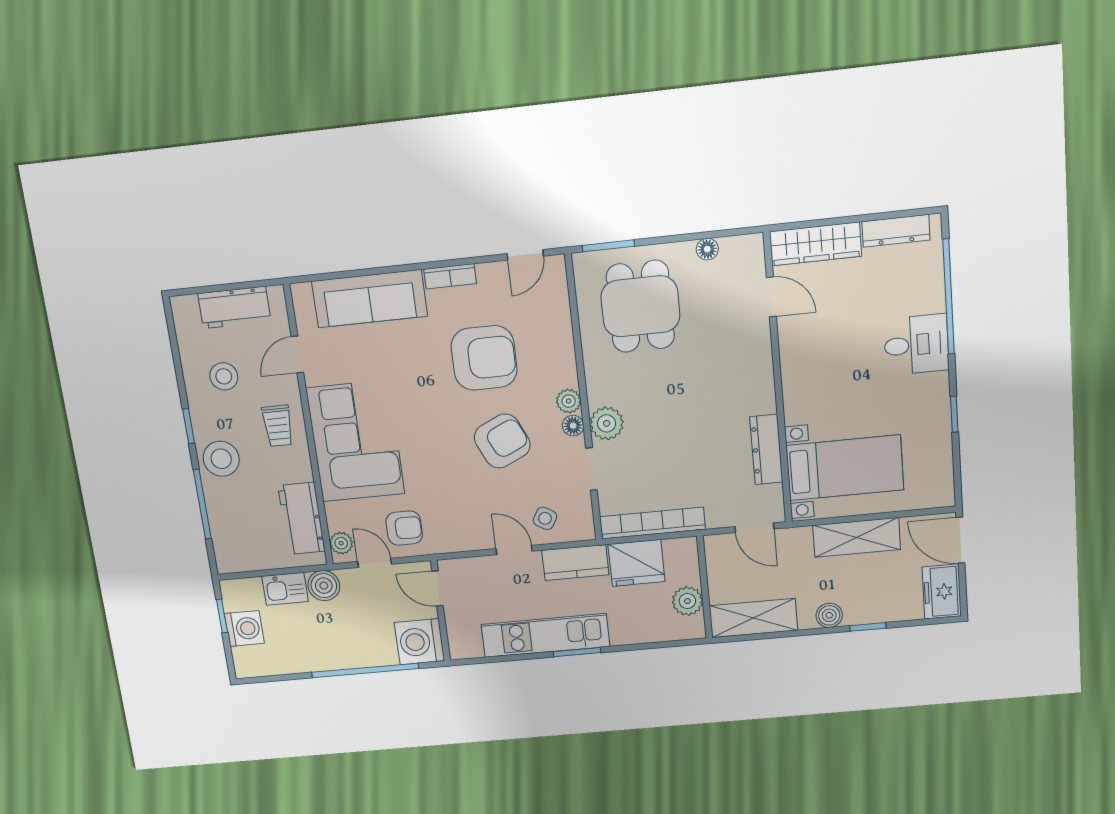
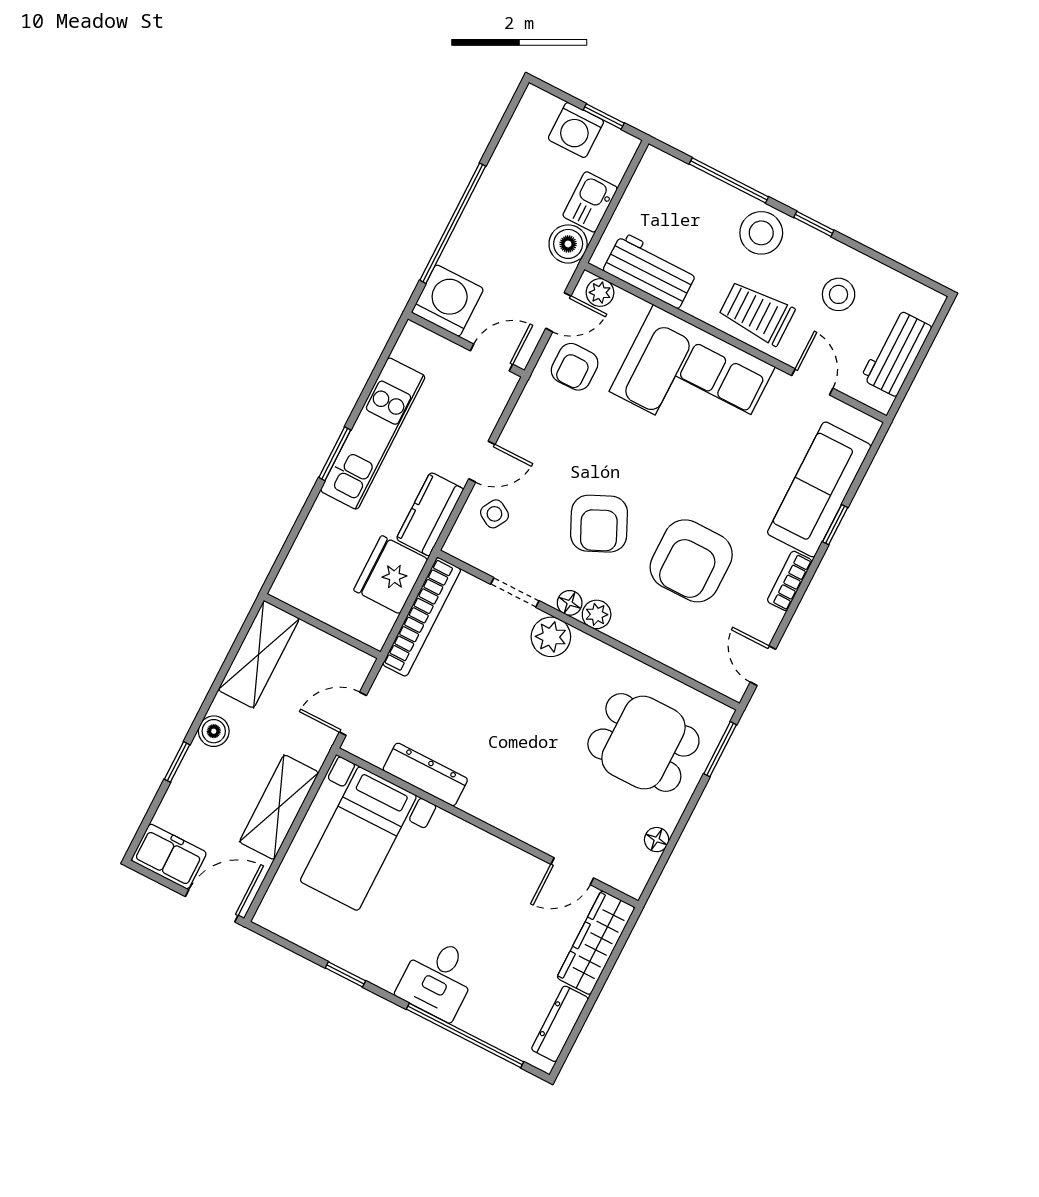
window: (387, 270) -> (835, 525), added
trolley: (278, 426) -> (757, 313), width x1.36, depth x1.39
plant: (687, 601) -> (318, 600), removed

